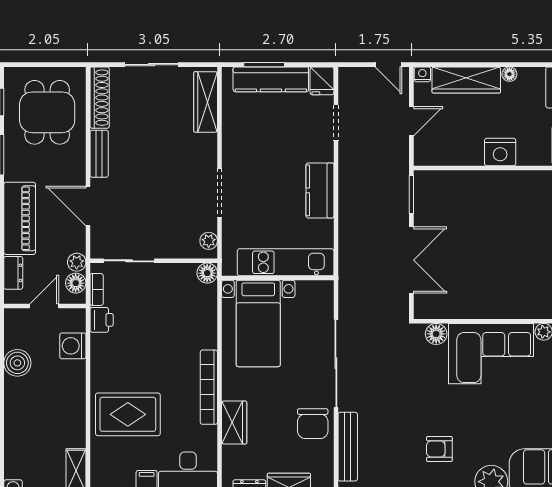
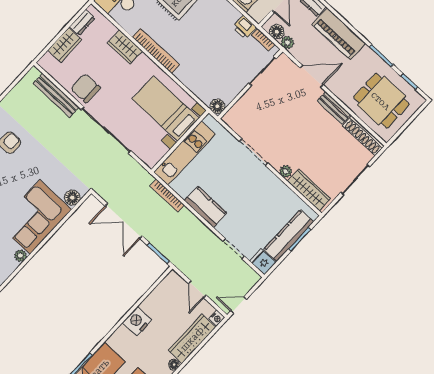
bookcase: (345, 240) -> (167, 196), added
plant: (209, 241) -> (286, 171), moved

